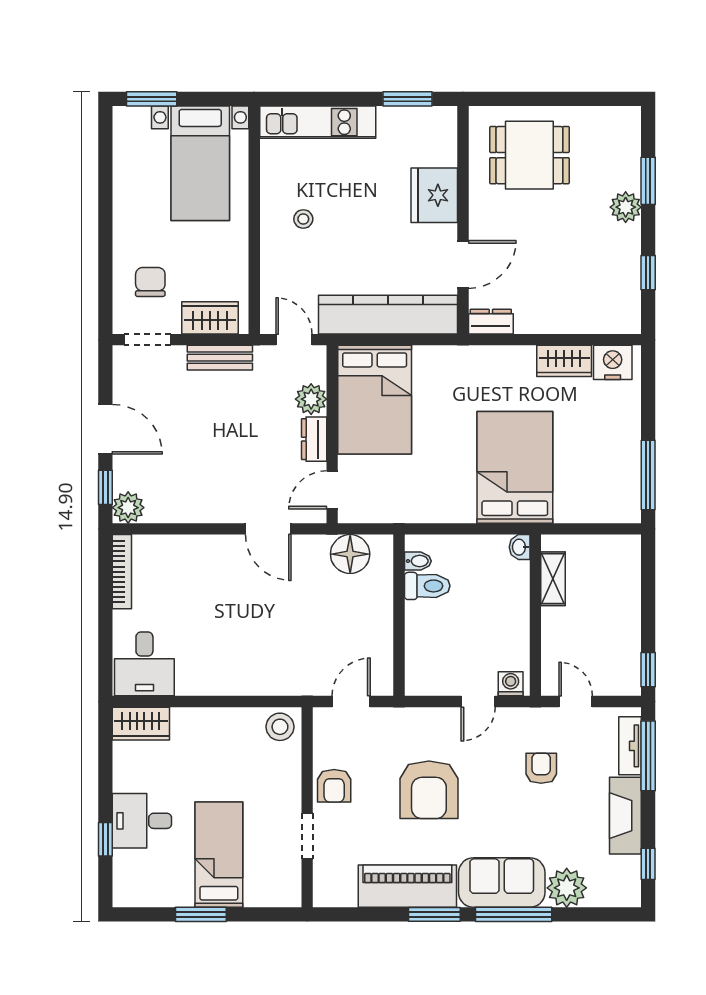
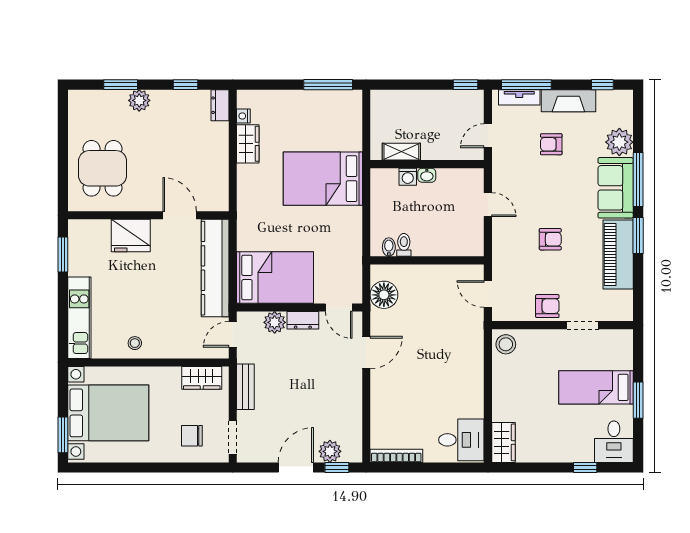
bed with nightstands: (200, 163) -> (108, 413), width x1.36
stool: (303, 219) -> (135, 343), moved
wardrobe: (210, 318) -> (202, 378), moved, turned -90
dresser: (491, 322) -> (220, 105), moved
nightstand: (613, 362) -> (243, 116), width x0.53, depth x0.56
plant: (128, 508) -> (330, 451), moved
washbasin: (520, 547) -> (427, 175), moved
toilet: (427, 586) -> (404, 245), width x0.73, depth x0.72
washing machine: (511, 684) -> (408, 177), moved, turned -90
armchair: (541, 768) -> (551, 144), moved
armchair: (429, 790) -> (550, 239), width x0.53, depth x0.53
desk: (142, 821) -> (614, 442), moved

